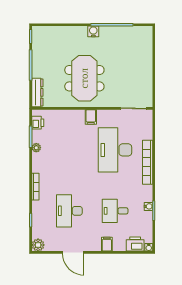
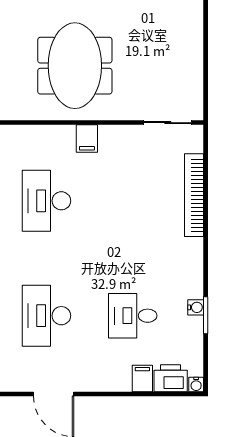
desk: (115, 150) -> (46, 201), moved, width x0.73, depth x0.77
bookcase: (148, 162) -> (194, 195), moved
filing cabinet: (107, 244) -> (142, 378), moved

